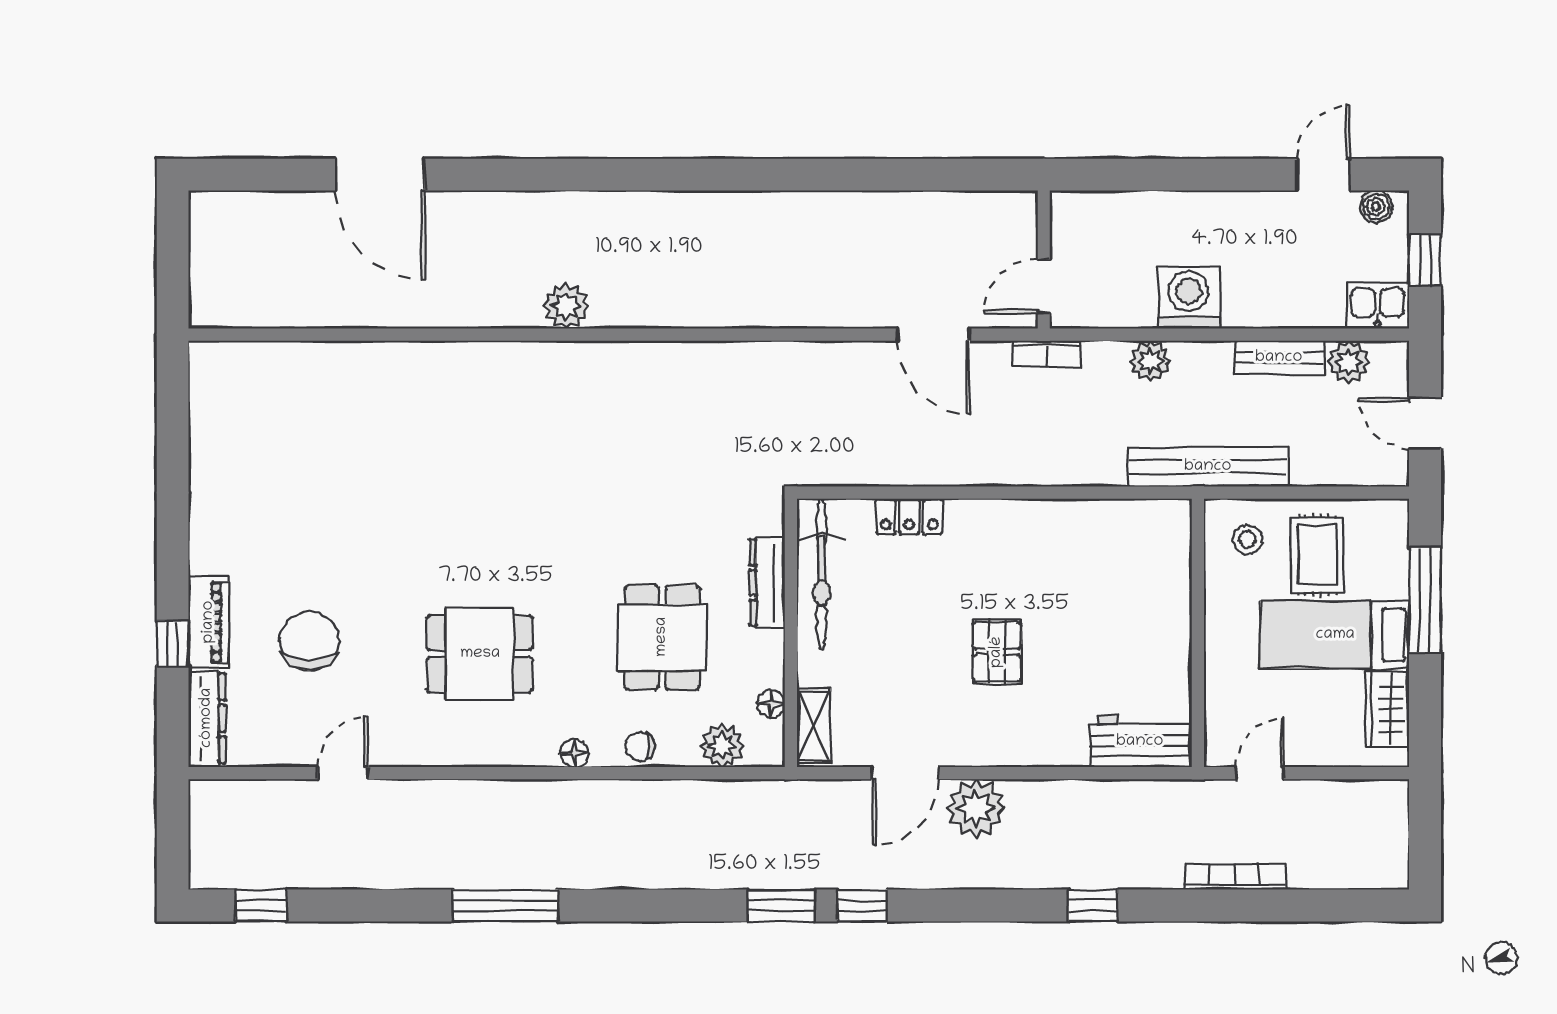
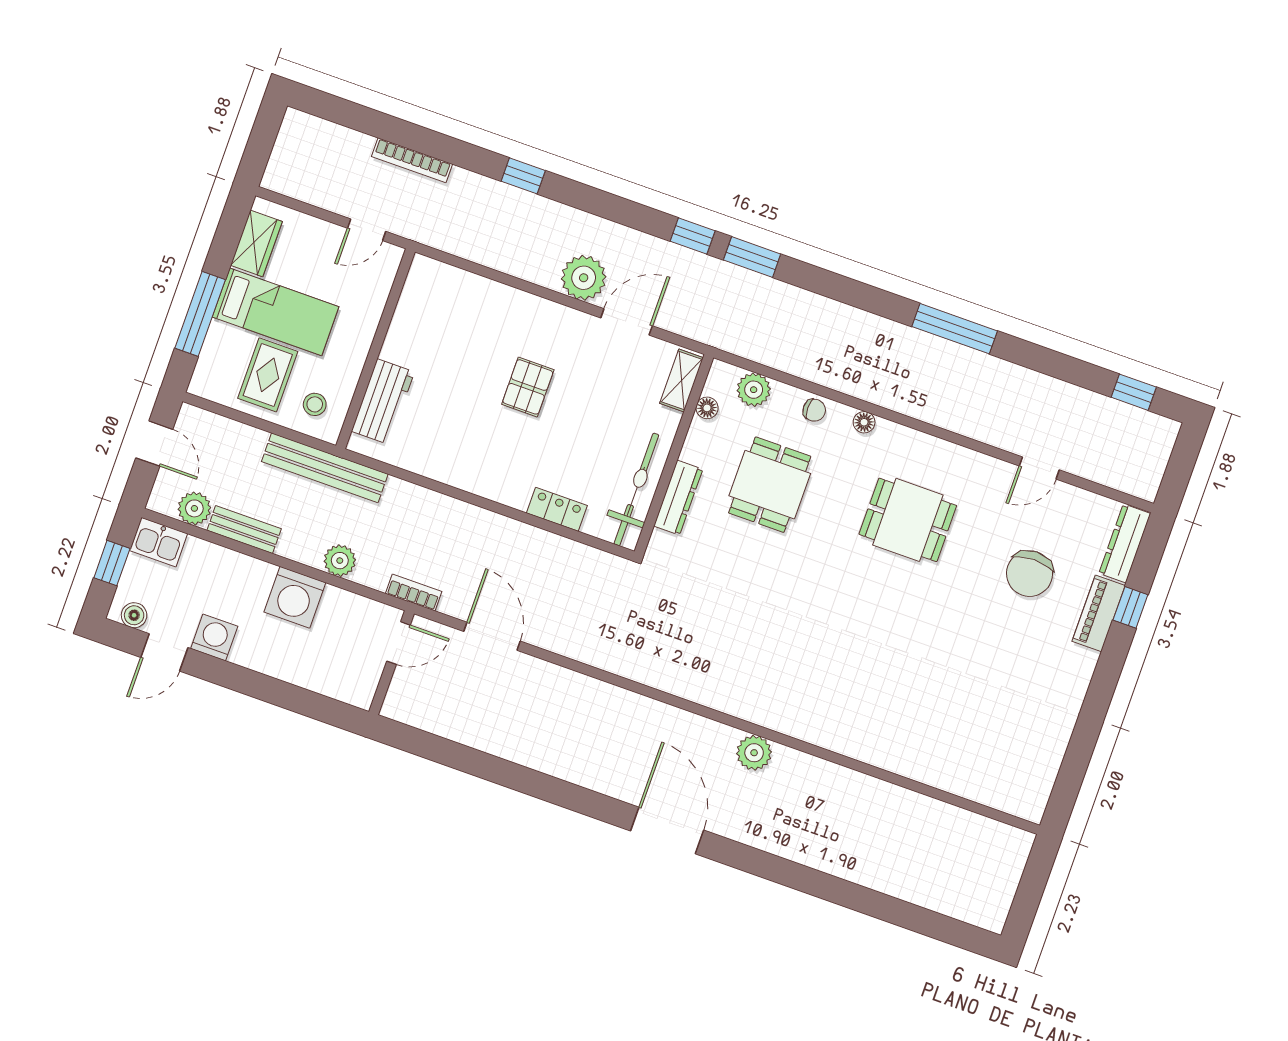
door: (380, 175) -> (667, 830), moved
washing machine: (1269, 214) -> (214, 637), added
workbench: (1140, 742) -> (383, 402), moved, turned -90

